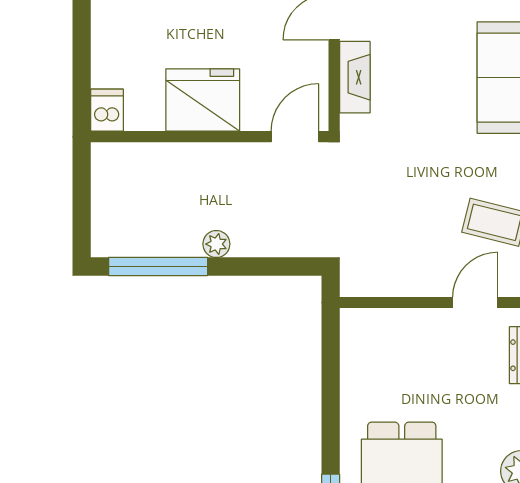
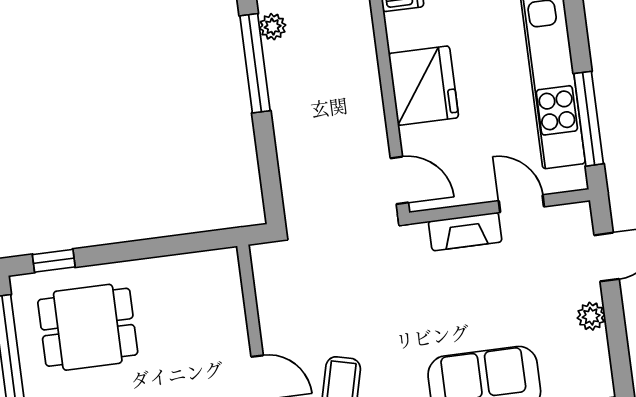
plant: (216, 244) -> (273, 27), moved

